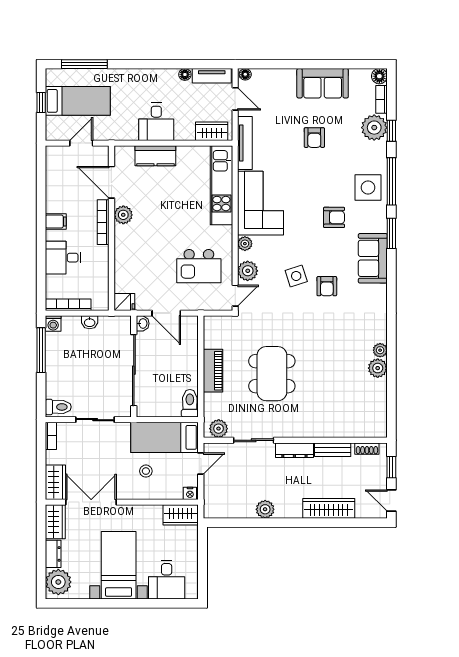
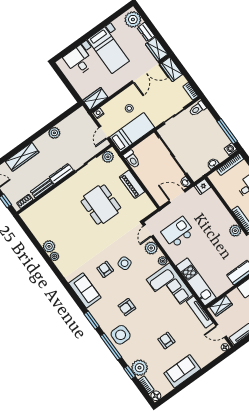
sofa: (373, 258) -> (85, 290), moved

